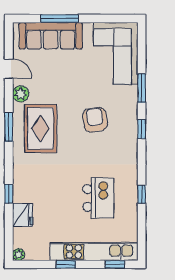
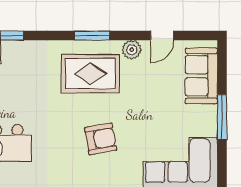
window: (60, 19) -> (222, 117), moved
sofa: (51, 36) -> (201, 76), width x0.73

